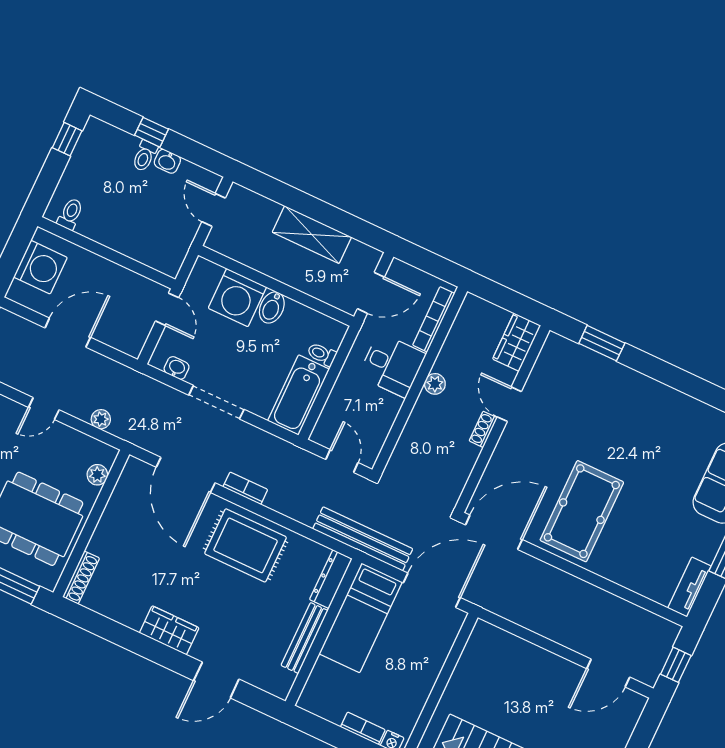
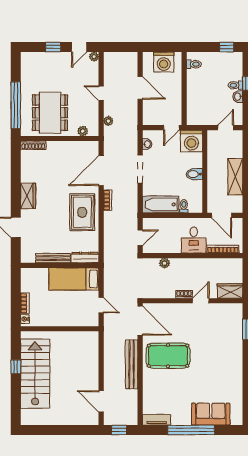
washing machine: (237, 298) -> (191, 141), moved, turned -90
plant: (435, 384) -> (165, 263), moved
bench: (363, 539) -> (132, 364), moved
door: (432, 590) -> (101, 305), width x0.53

